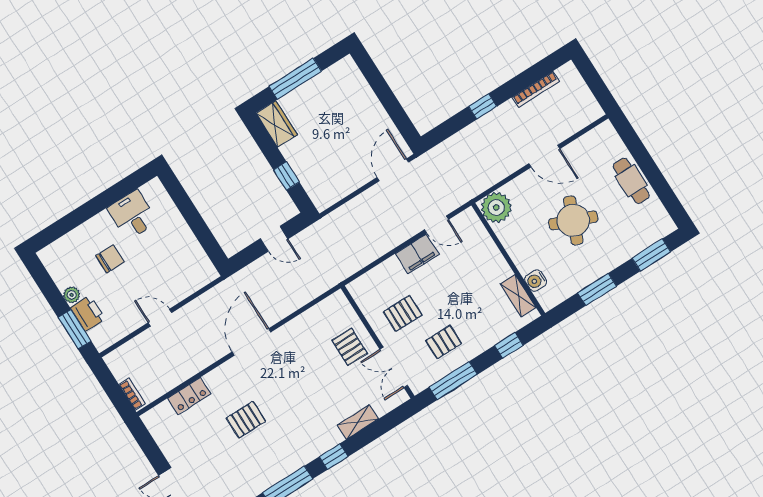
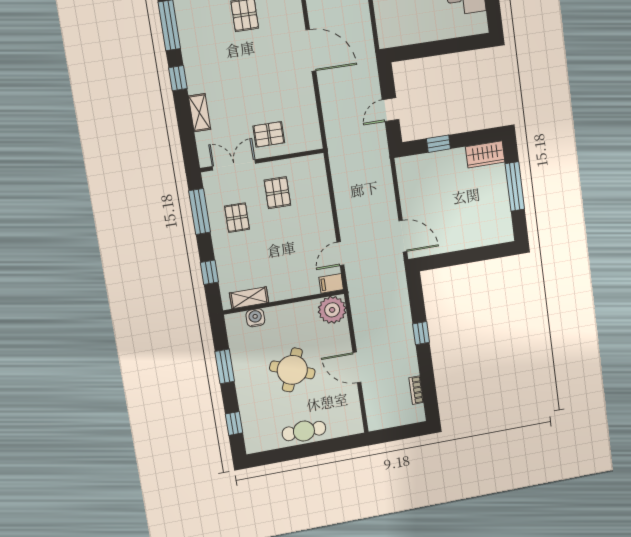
bookcase: (536, 89) -> (416, 390), width x0.64
door: (544, 156) -> (357, 367), hinge flipped
filing cabinet: (417, 254) -> (331, 283), moved, width x0.50
window: (651, 255) -> (234, 423), width x0.67

